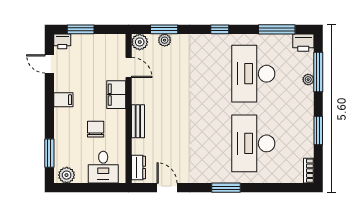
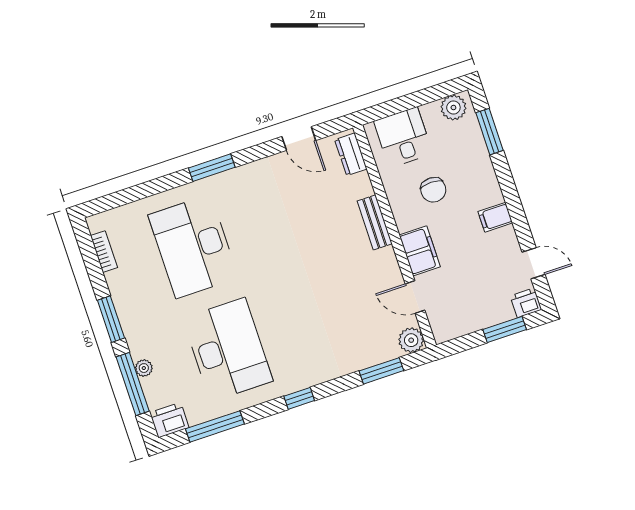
plant: (165, 40) -> (375, 355), removed
window: (318, 131) -> (111, 319), moved
desk: (253, 143) -> (193, 247), turned 180
bookcase: (309, 171) -> (104, 252), moved

